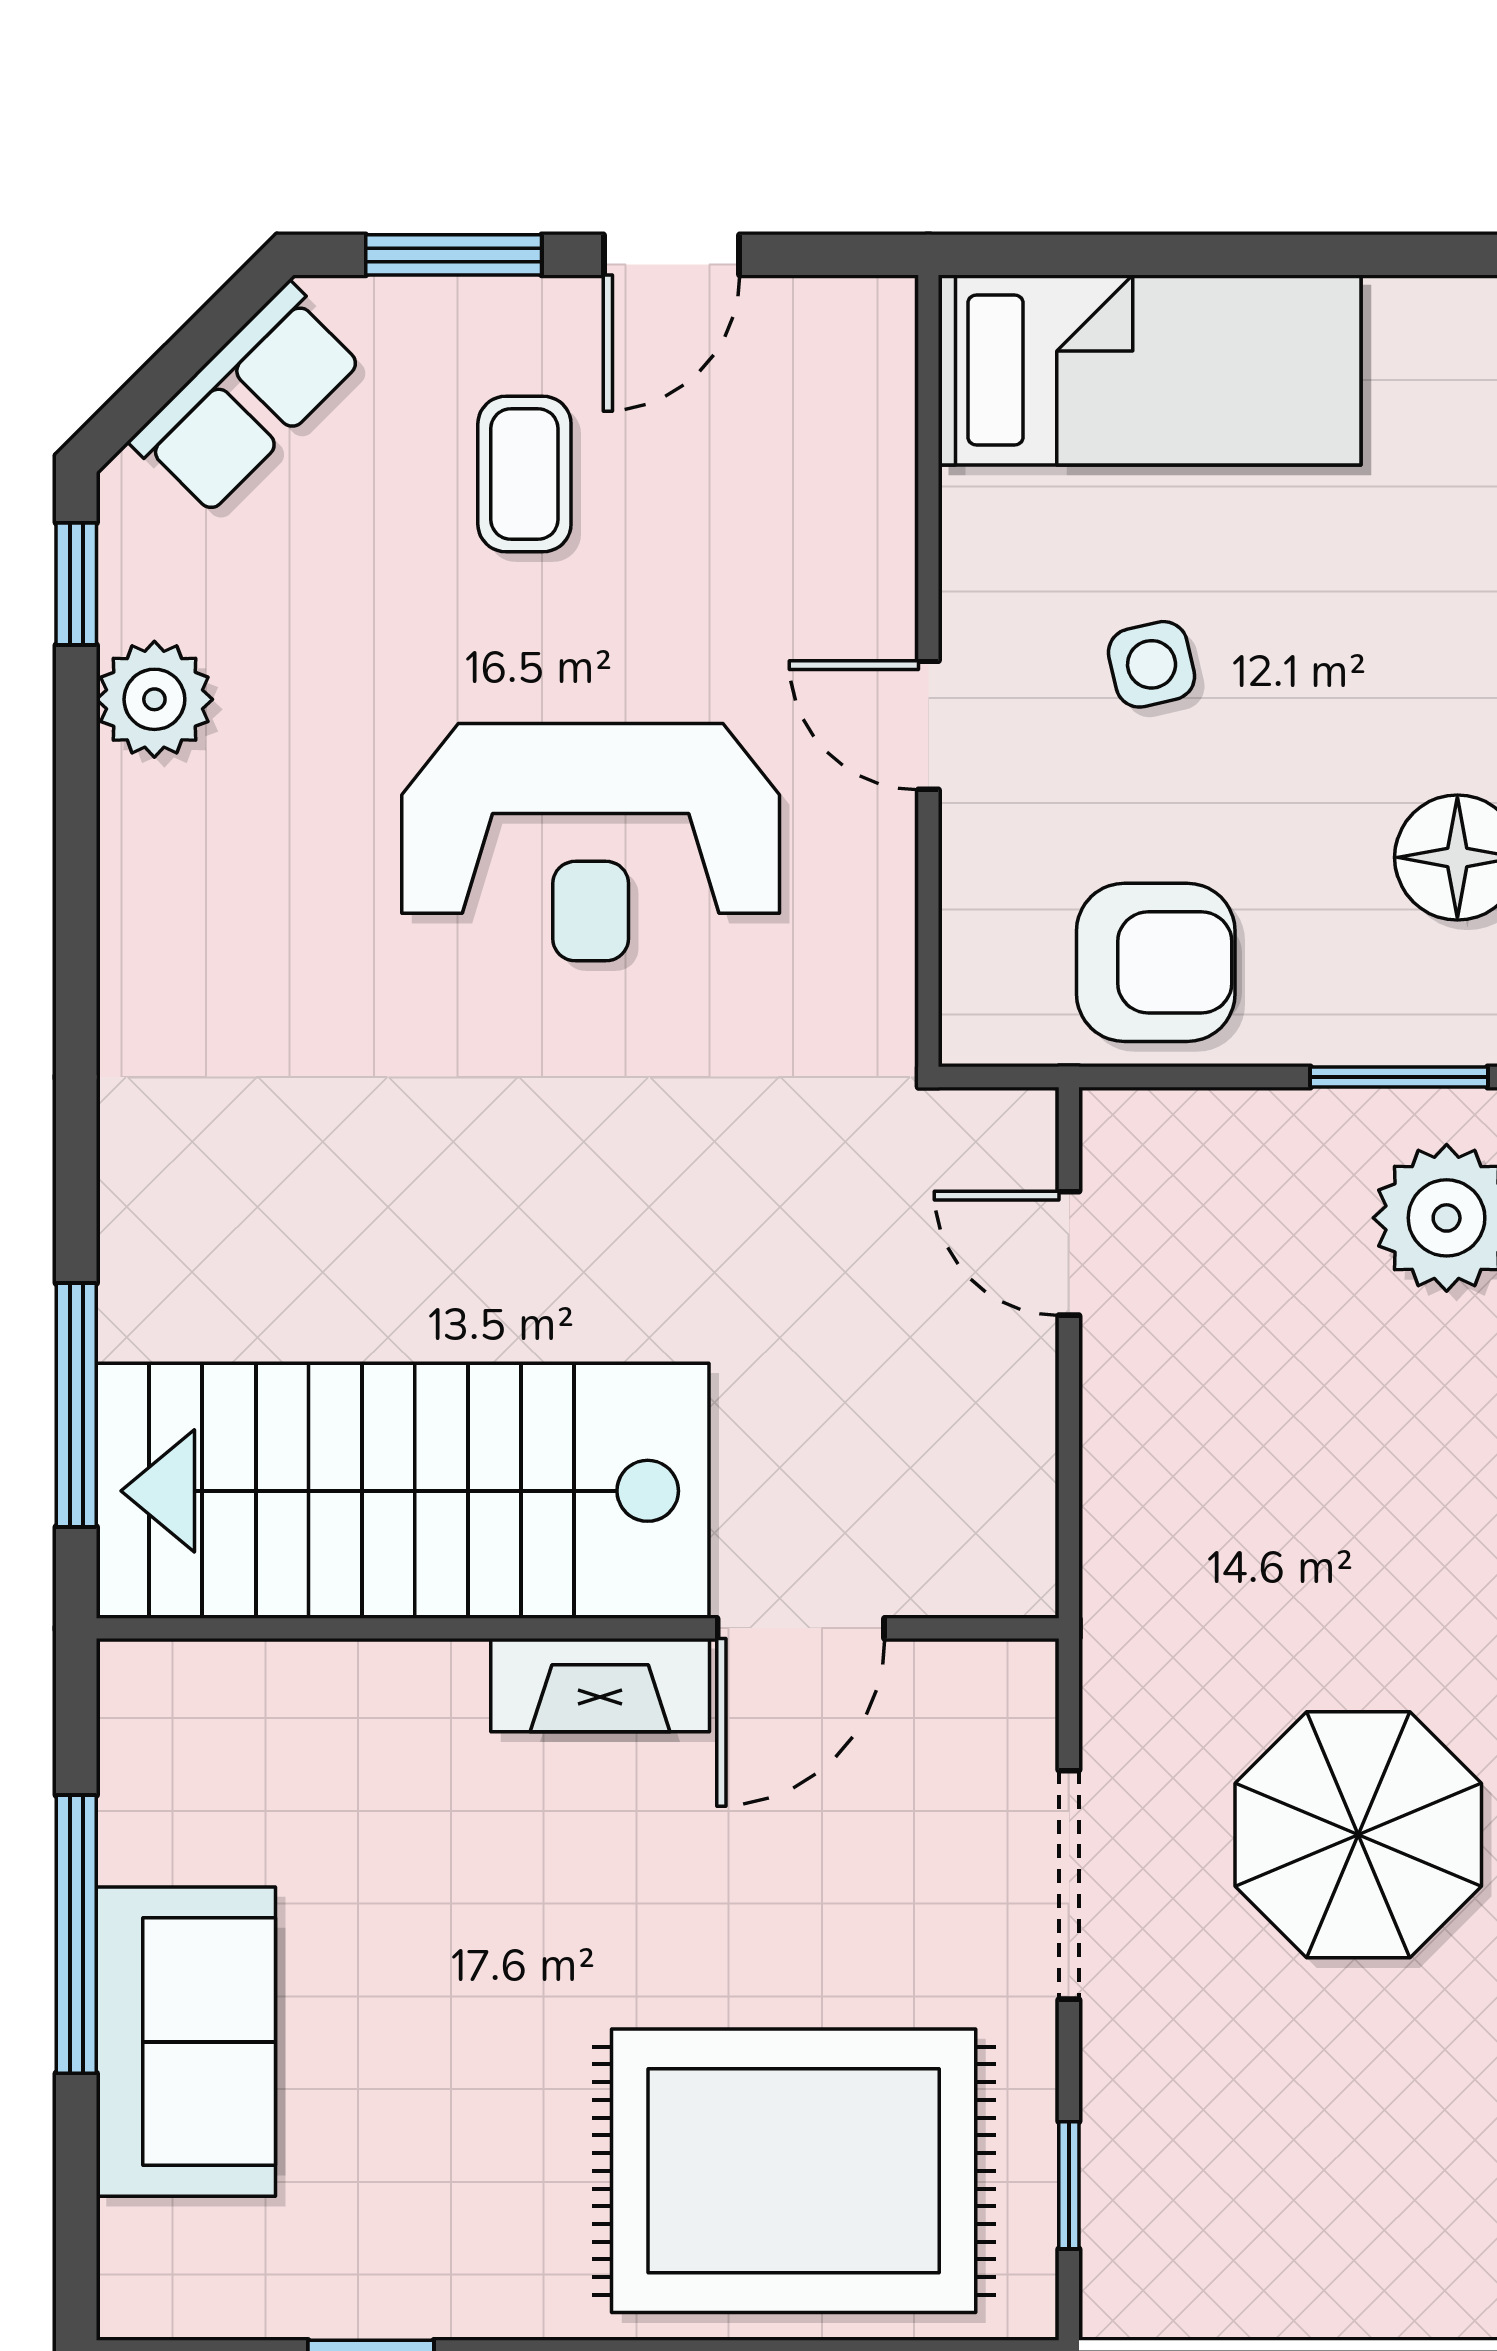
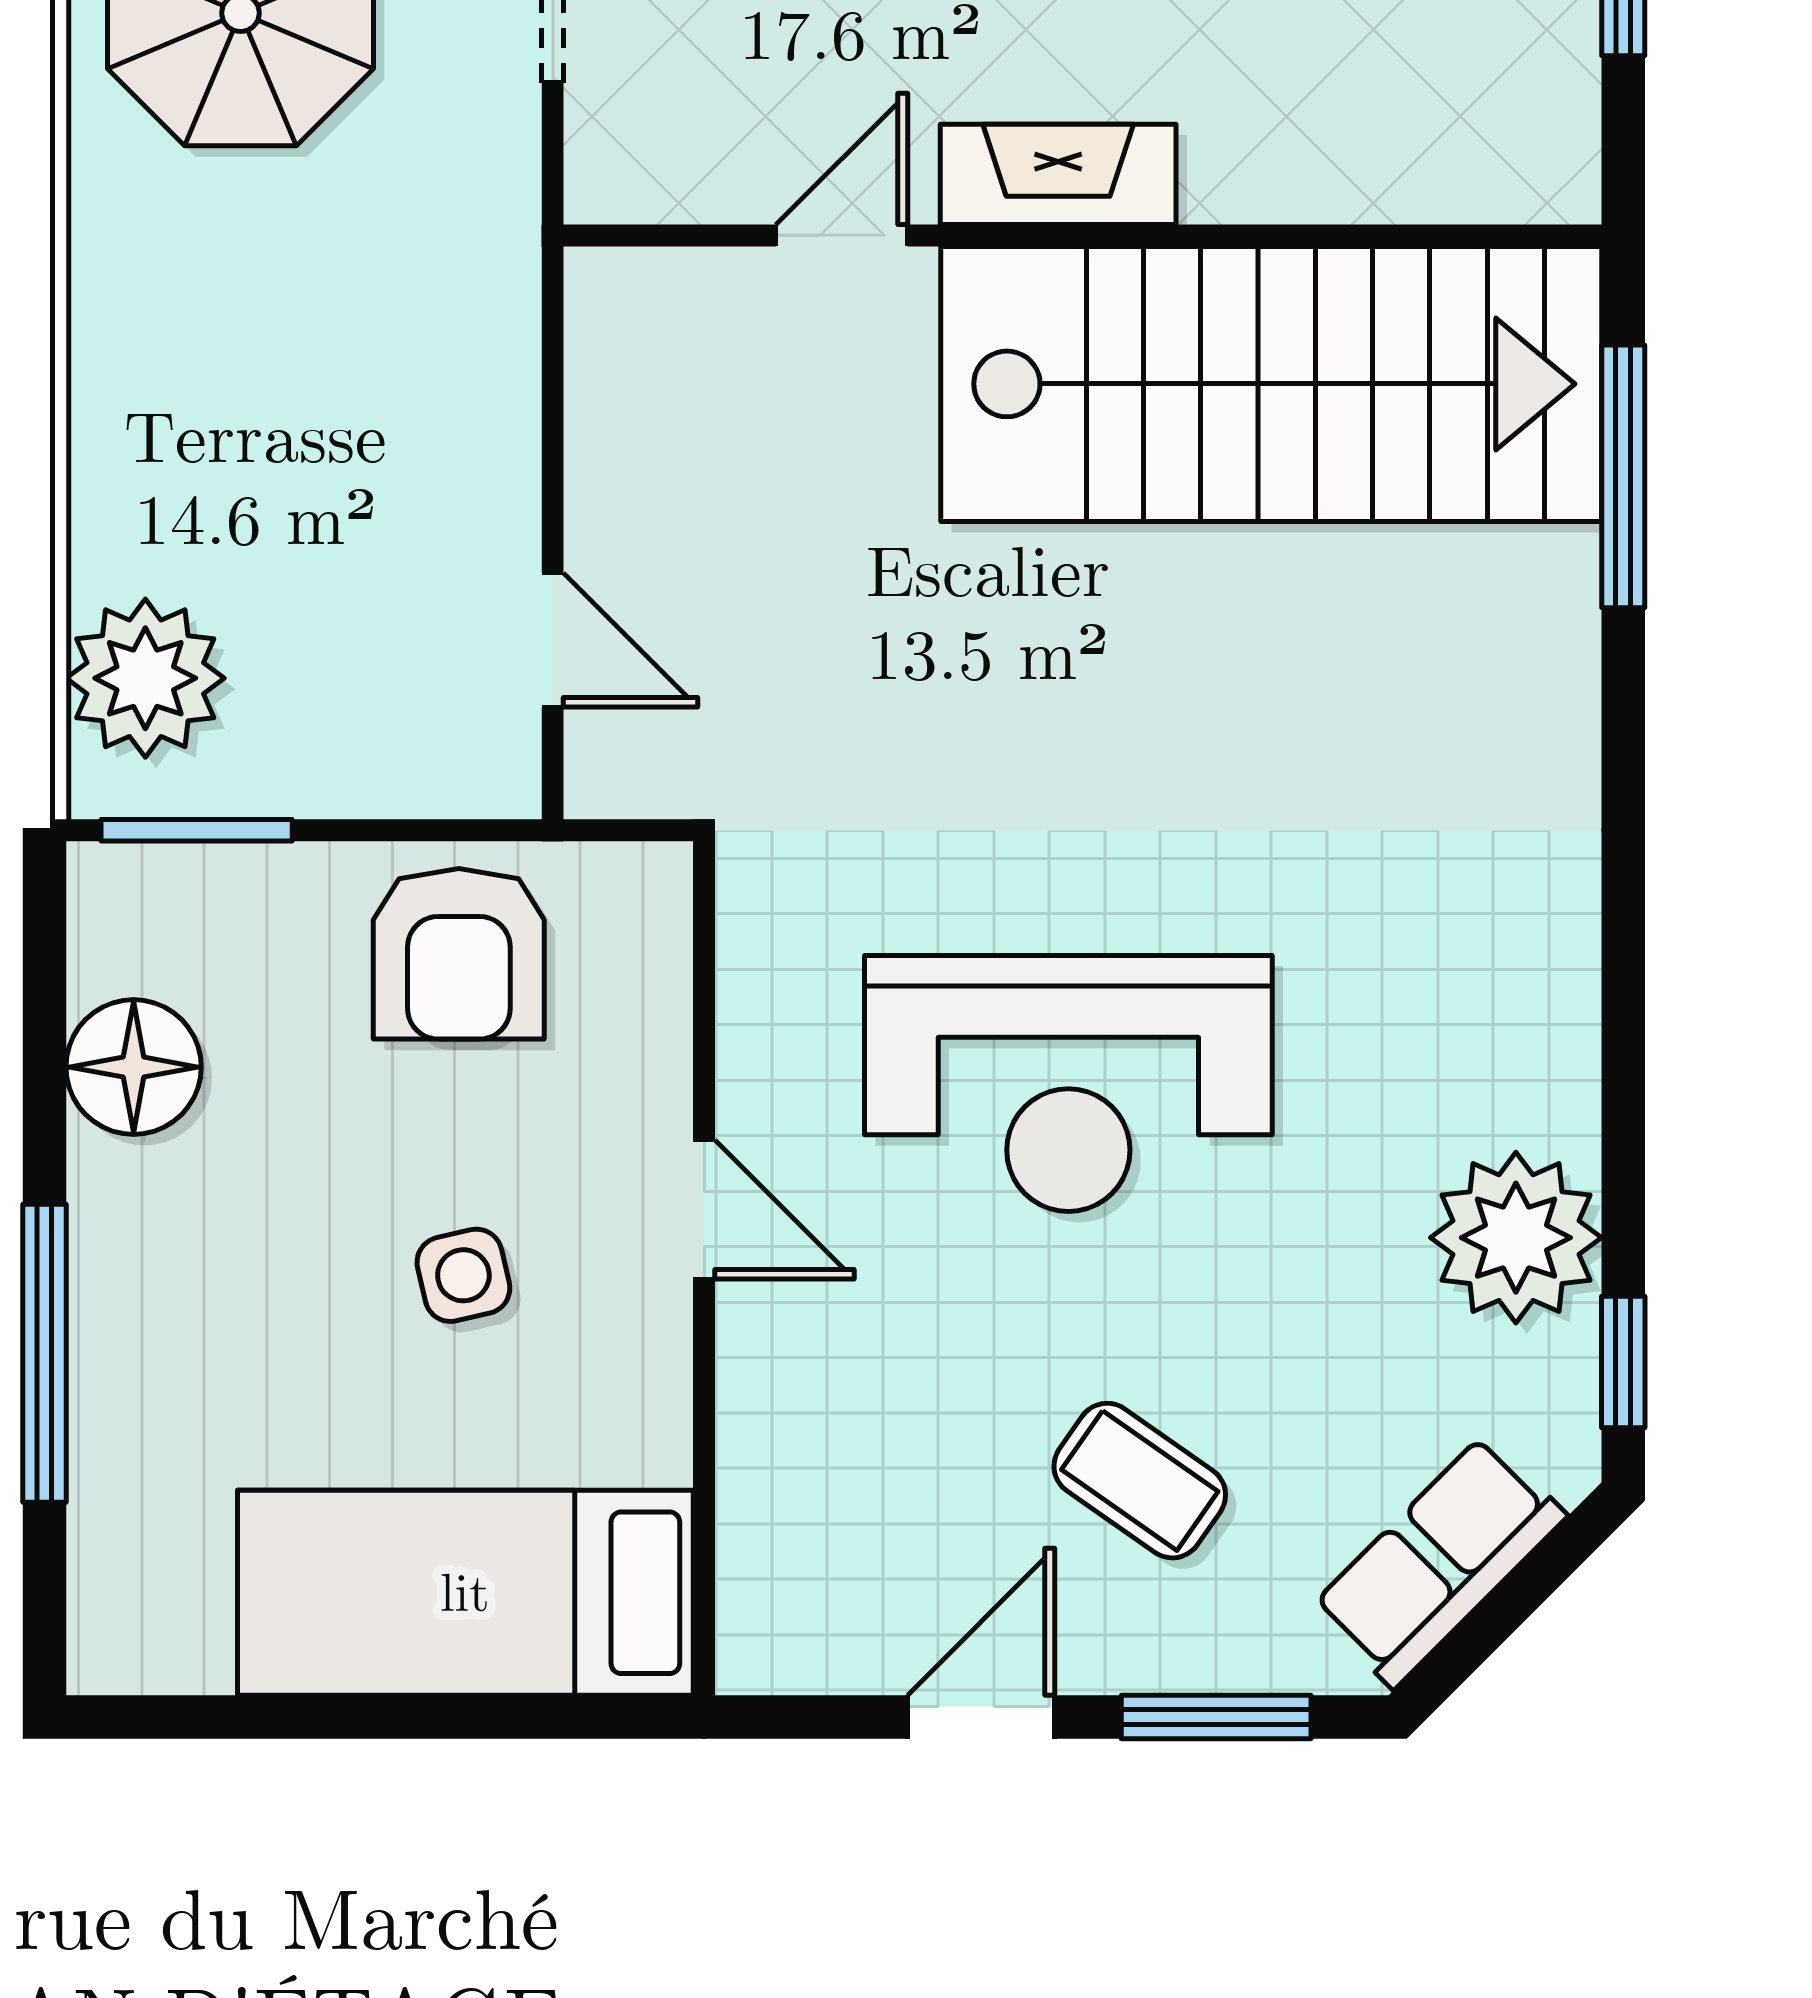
coffee table: (524, 474) -> (1140, 1481), turned -55
plant: (154, 699) -> (1516, 1238), width x1.36, depth x1.36
reception desk: (591, 842) -> (1068, 1084), turned 180
armchair: (1156, 962) -> (459, 954), turned -90
door: (801, 1628) -> (842, 235), width x0.73

